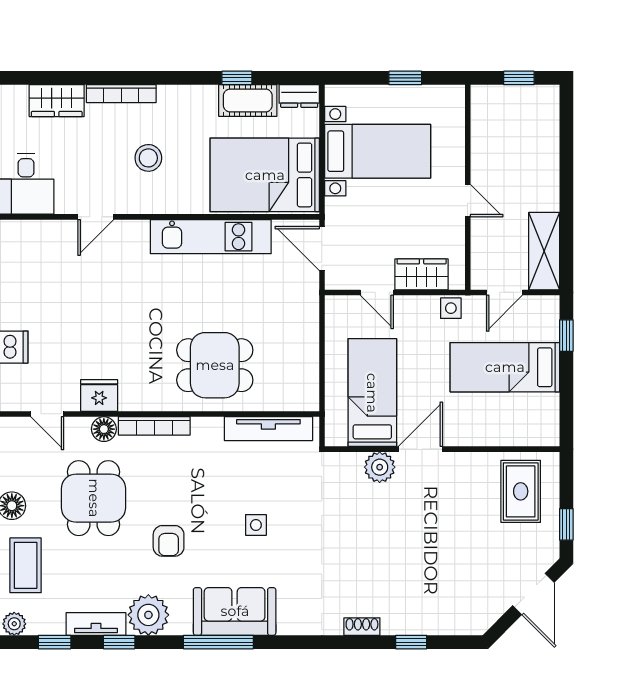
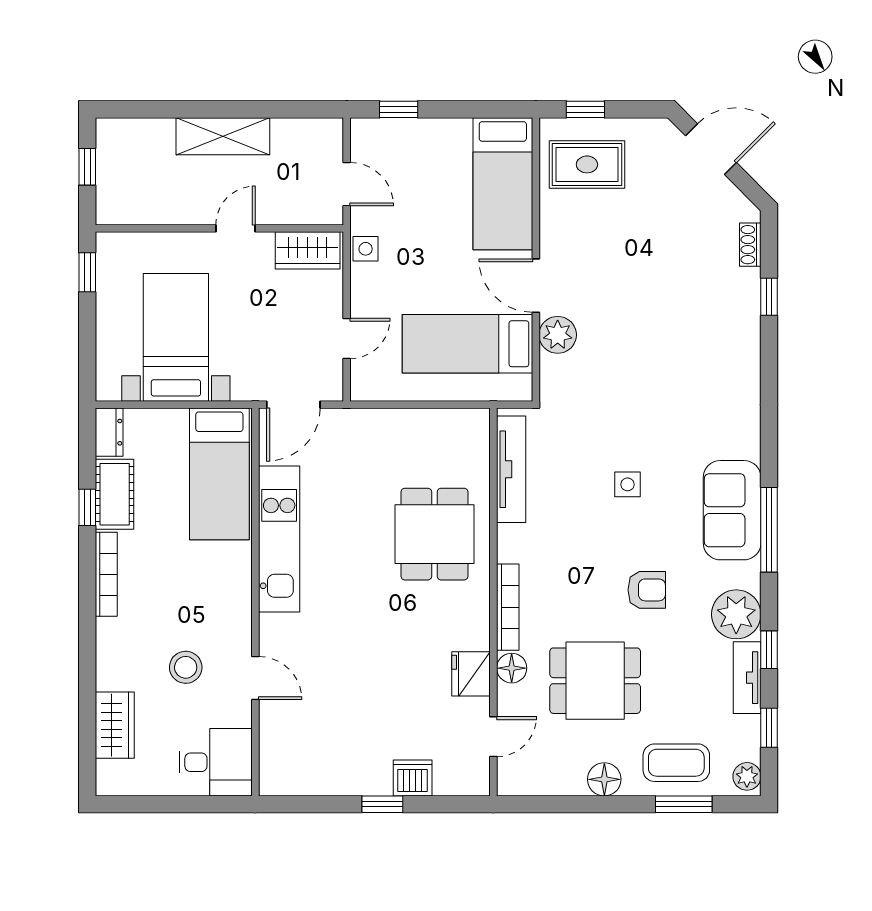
window: (405, 78) -> (87, 272), moved
bookcase: (121, 94) -> (106, 574), moved
stool: (148, 158) -> (186, 667), moved
bed: (265, 175) -> (219, 474), width x0.67
shelving: (544, 251) -> (223, 136), moved
wardrobe: (422, 274) -> (308, 250), moved, turned -90
bed: (505, 367) -> (503, 184), moved
window: (566, 524) -> (585, 109), moved
shoe rack: (362, 627) -> (750, 245), moved

